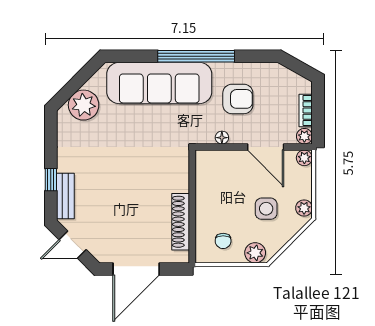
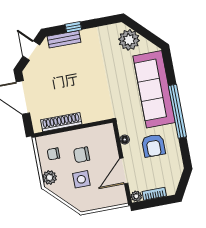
plant: (304, 158) -> (121, 199), removed
chair: (232, 202) -> (82, 155), added
plant: (304, 208) -> (87, 205), removed

